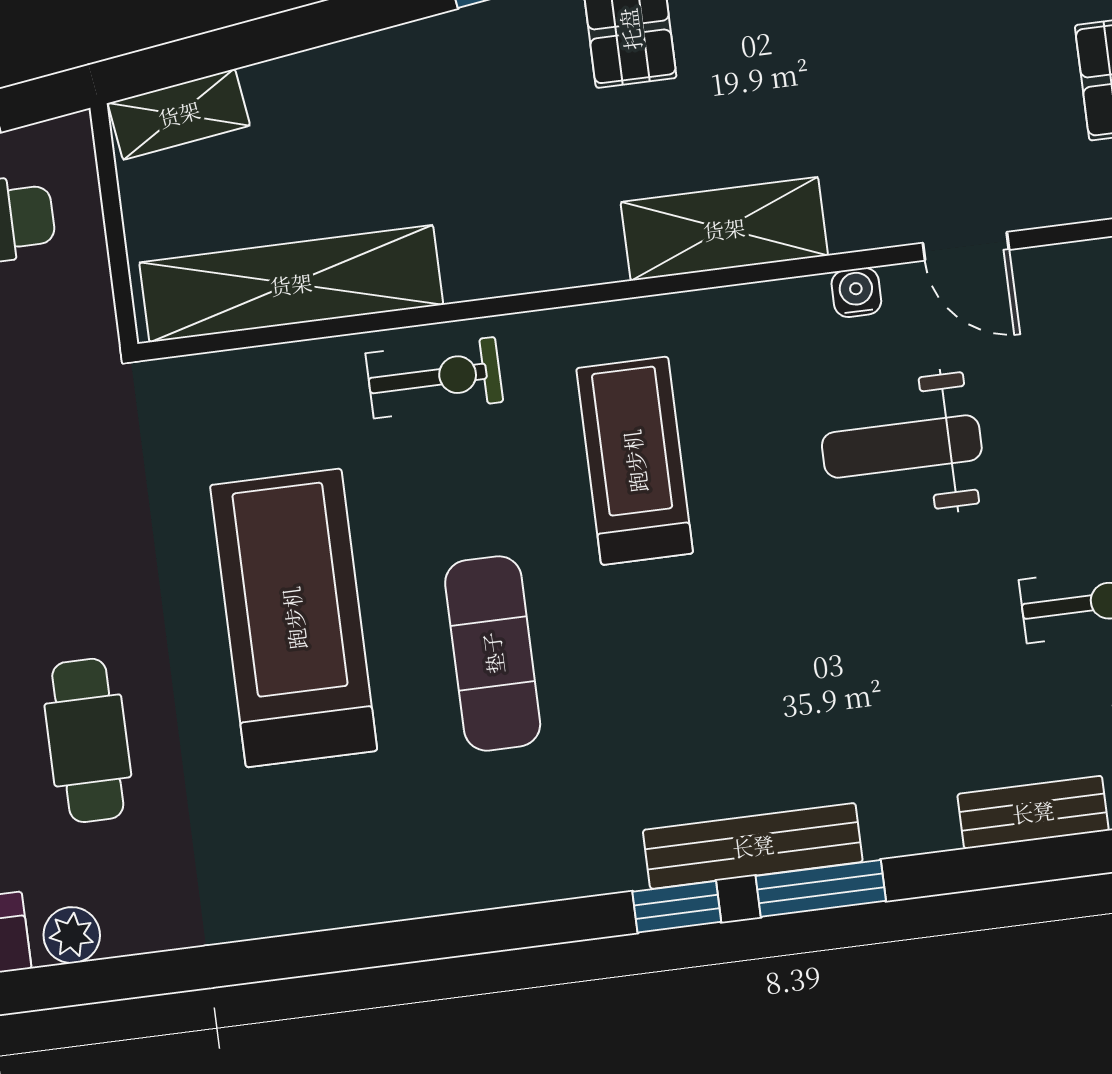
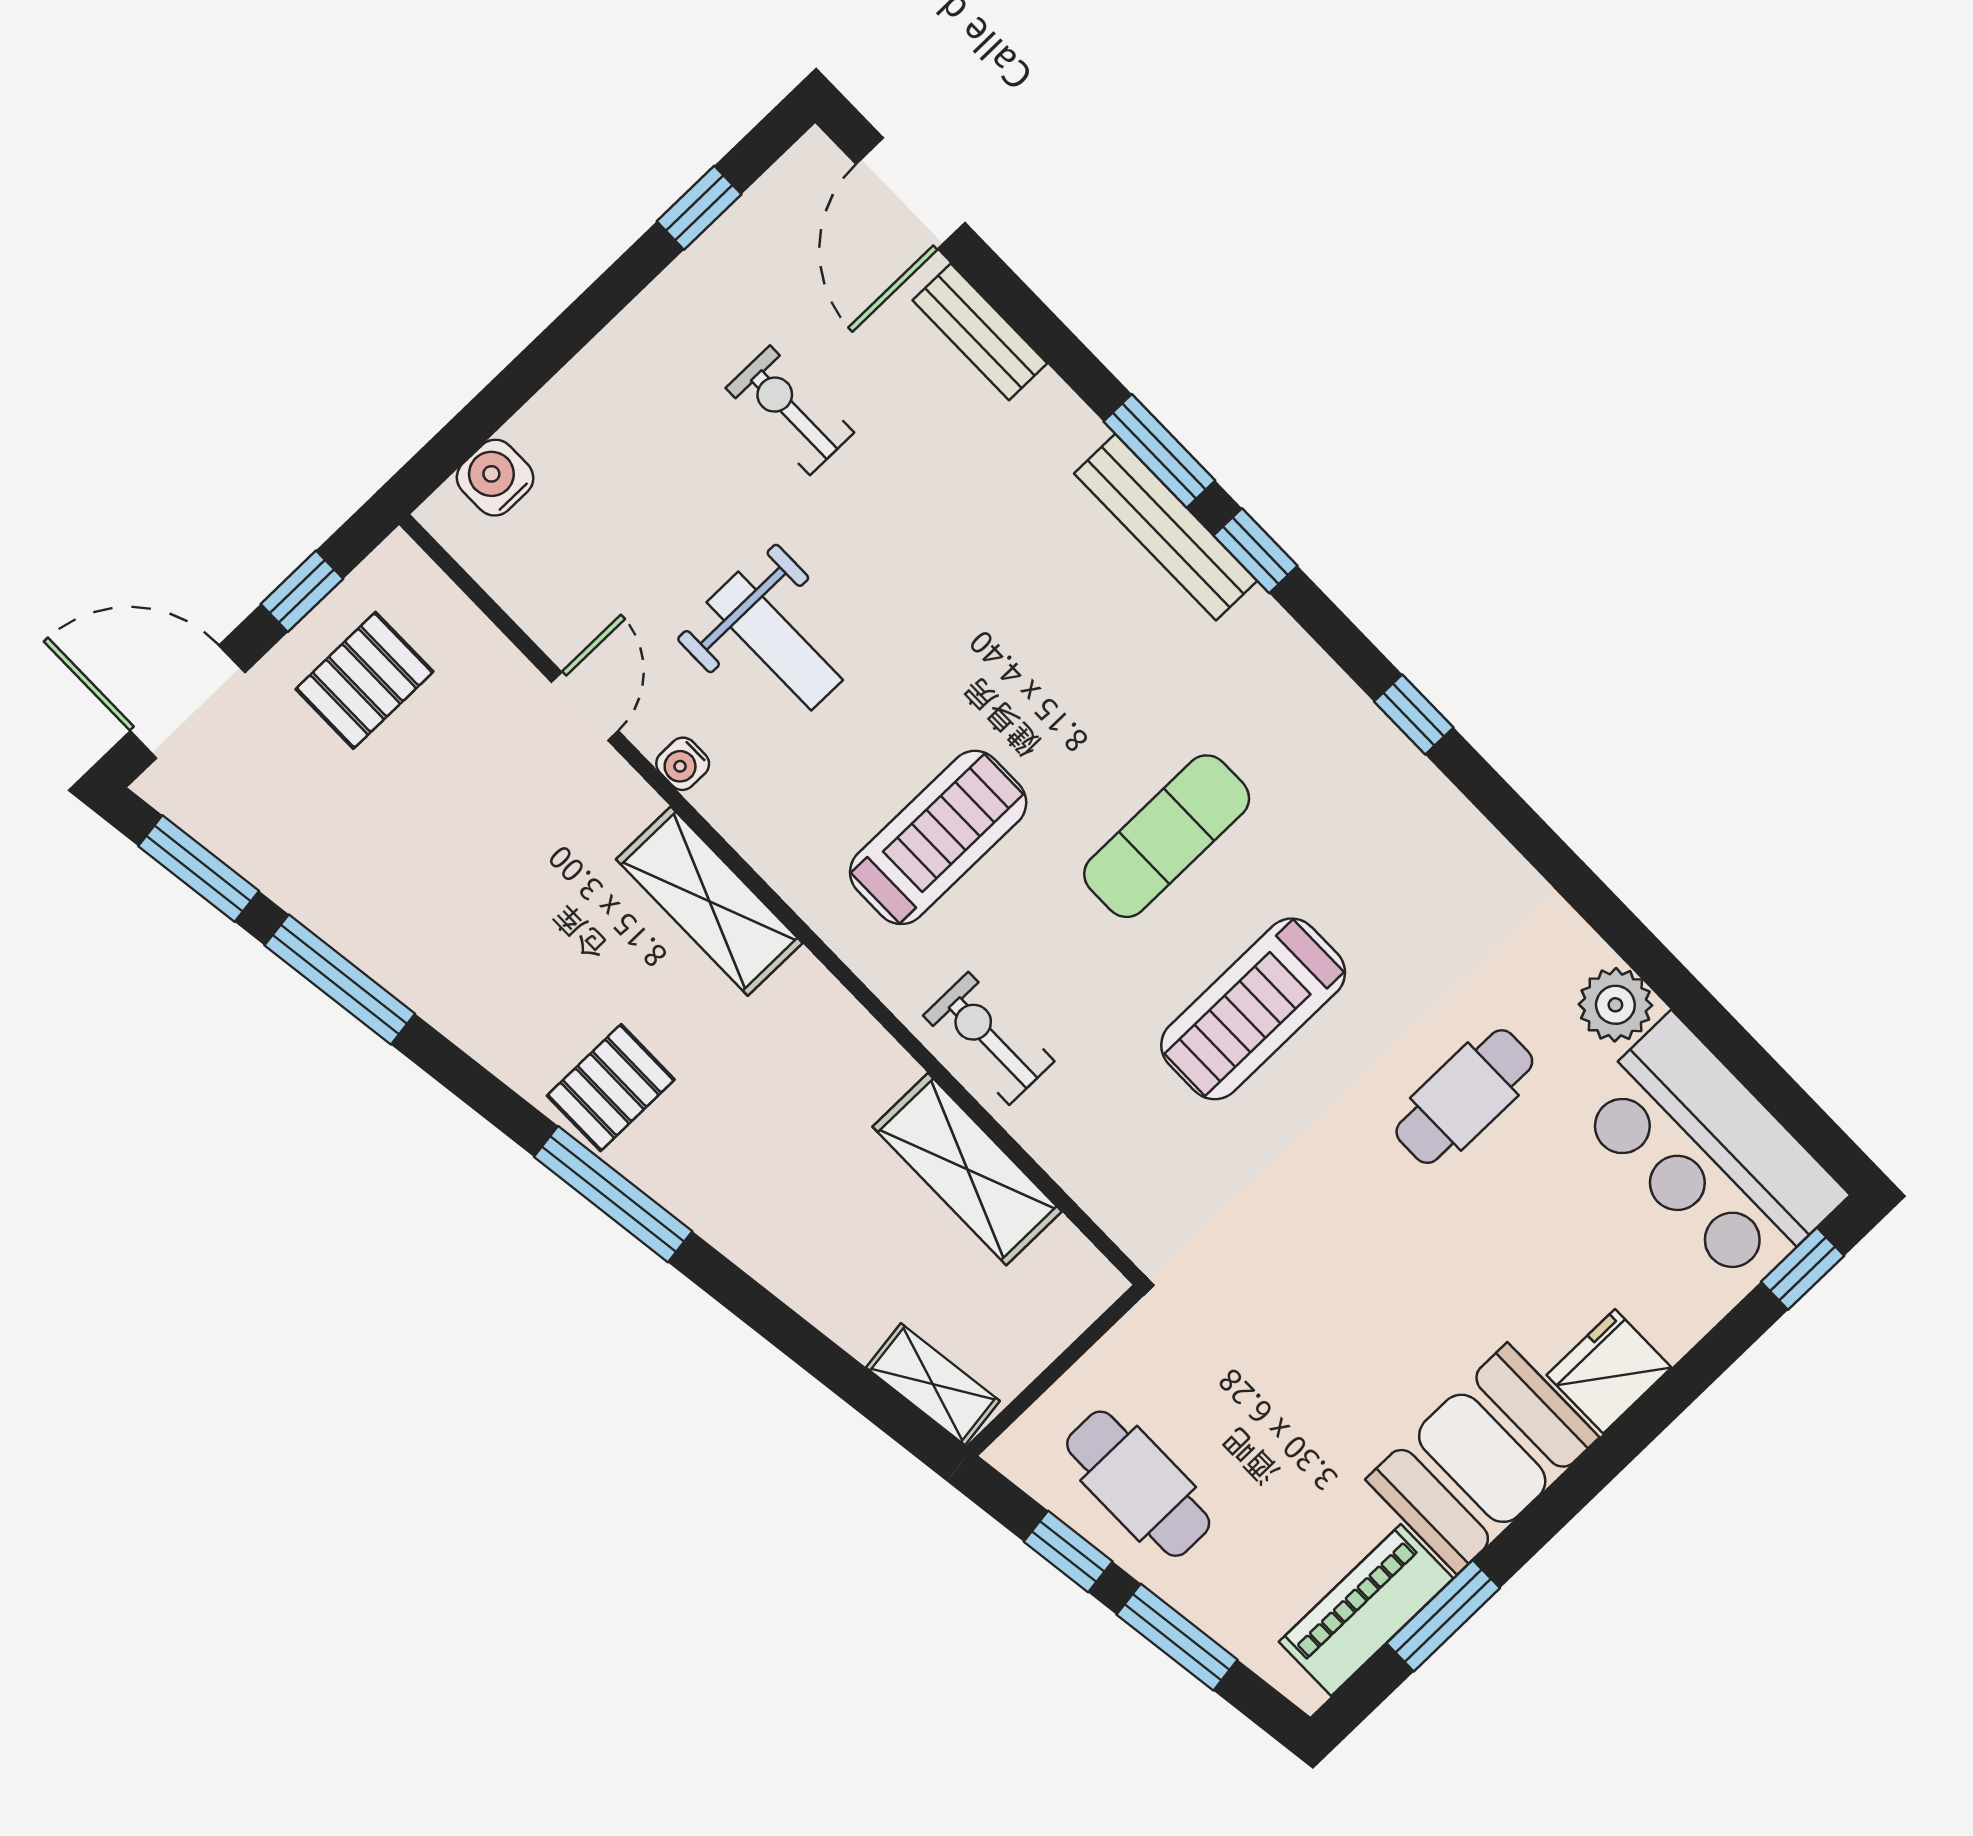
shelving: (291, 284) -> (967, 1169), width x0.68
treadmill: (635, 461) -> (938, 837), turned 180
treadmill: (294, 618) -> (1253, 1009), width x0.73, depth x0.73
plant: (72, 935) -> (1615, 1005), width x1.38, depth x1.38
window: (440, 937) -> (1414, 714), added

